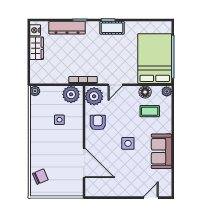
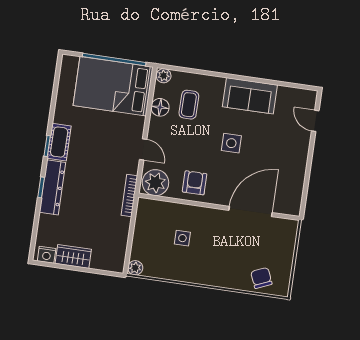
dresser: (67, 28) -> (52, 187), moved
plant: (71, 94) -> (148, 216), removed
armchair: (98, 123) -> (195, 183), turned 90

